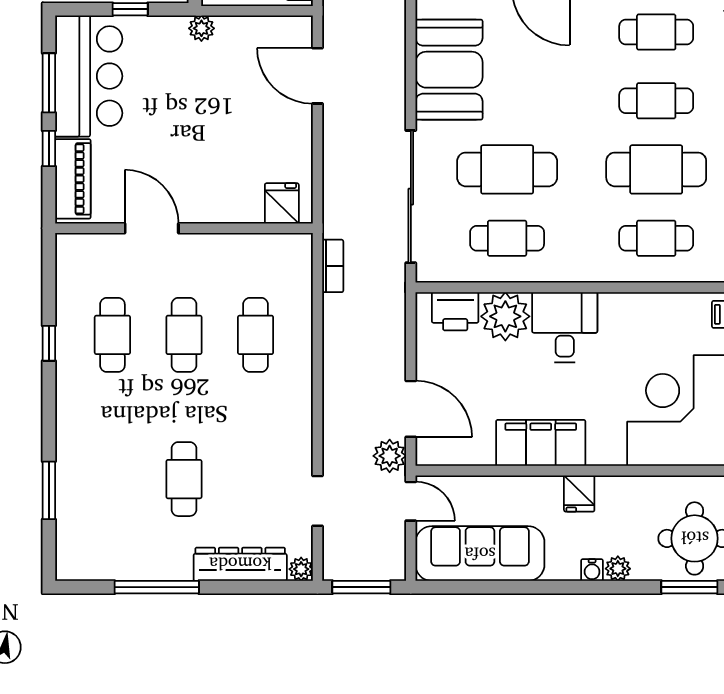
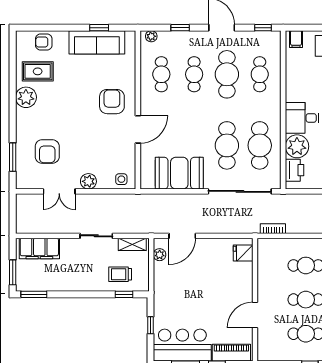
plant: (201, 28) -> (160, 255), moved
cafe table: (507, 238) -> (260, 145), width x1.37, depth x1.35

